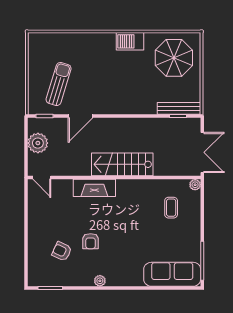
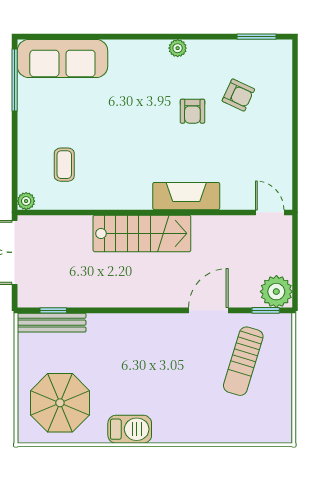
plant: (38, 143) -> (276, 292), moved
armchair: (91, 241) -> (192, 111), turned 180

